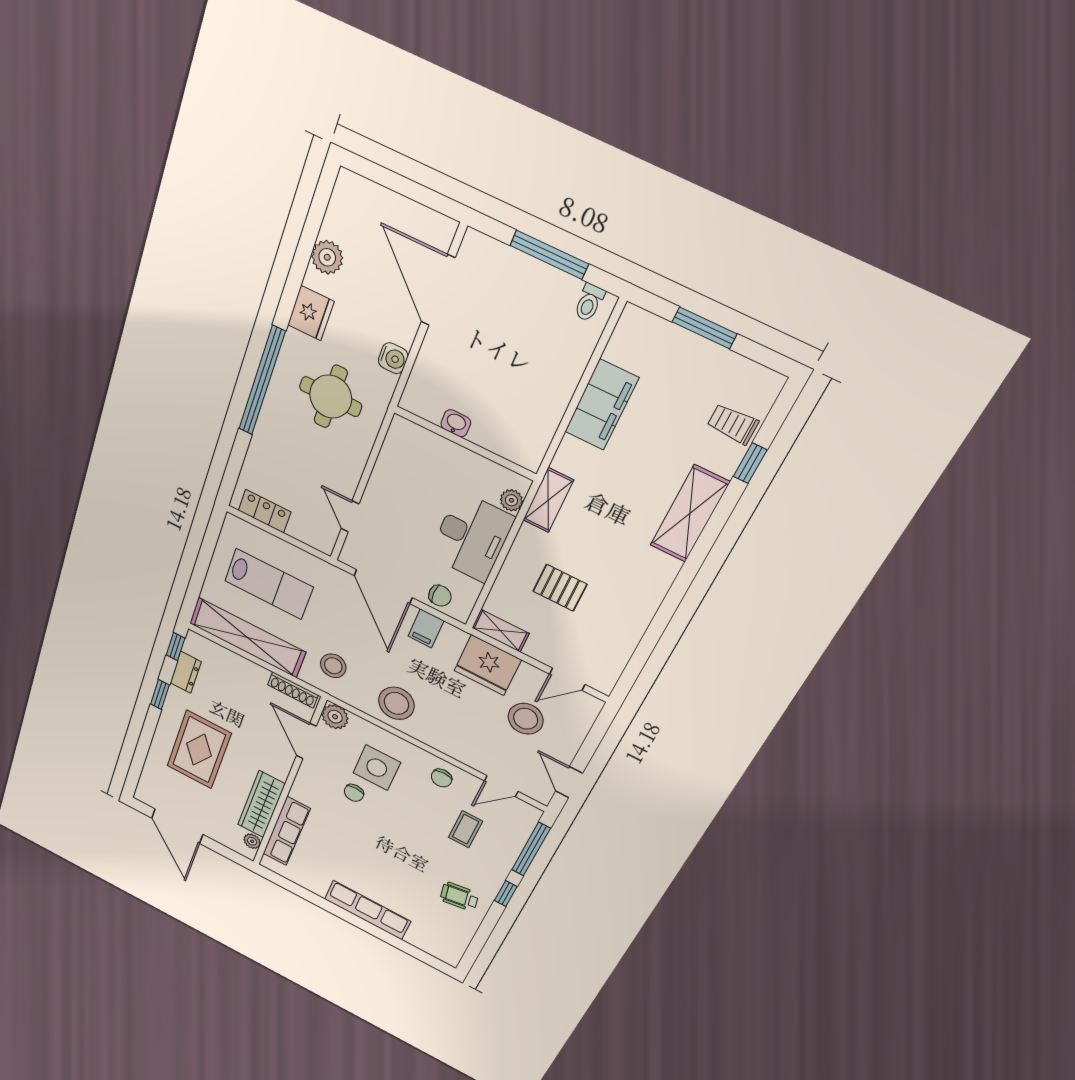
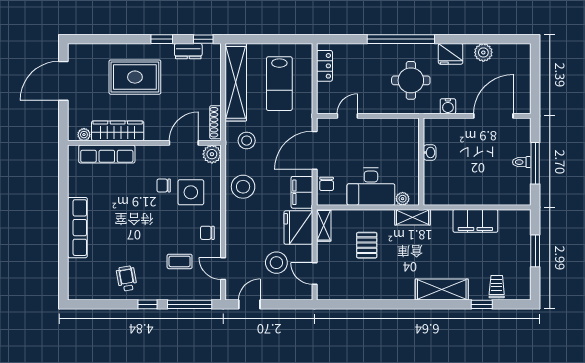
toilet: (589, 303) -> (522, 162), moved
filing cabinet: (426, 628) -> (302, 192), width x2.00

